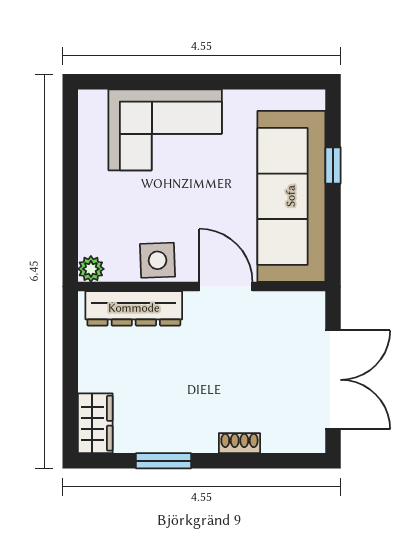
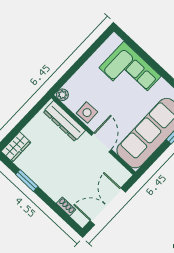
double door: (333, 380) -> (108, 206), swing flipped
shoe rack: (239, 443) -> (66, 206), moved

